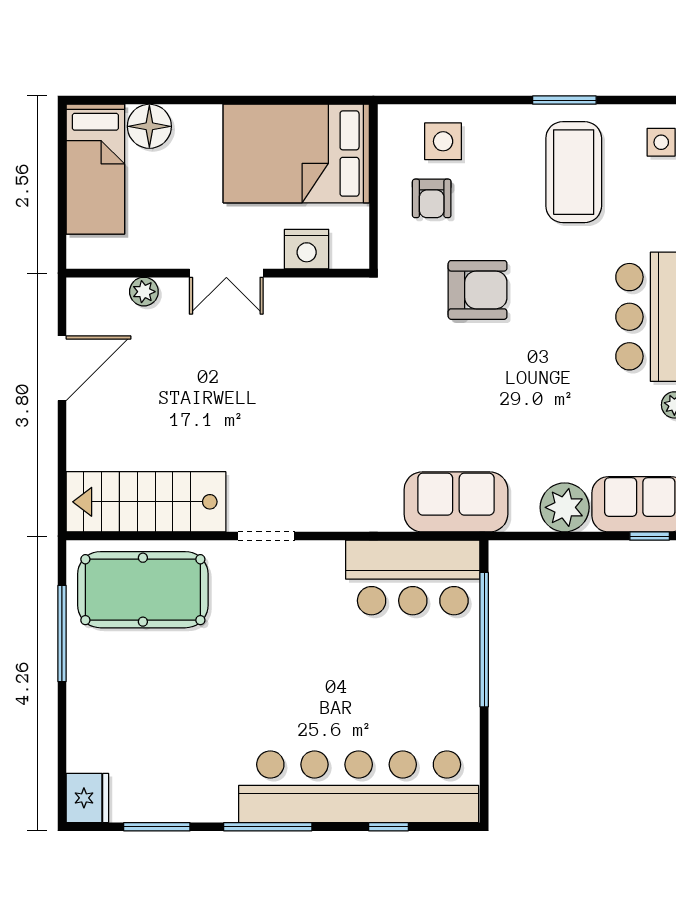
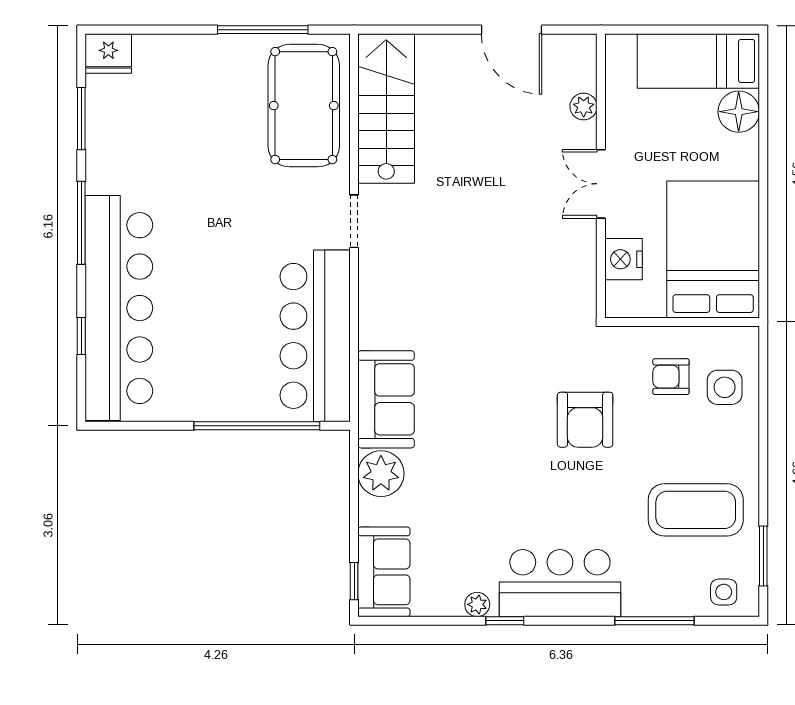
window: (564, 100) -> (763, 556), moved
plant: (565, 507) -> (381, 474), moved
bar counter: (413, 578) -> (315, 336), width x1.36

